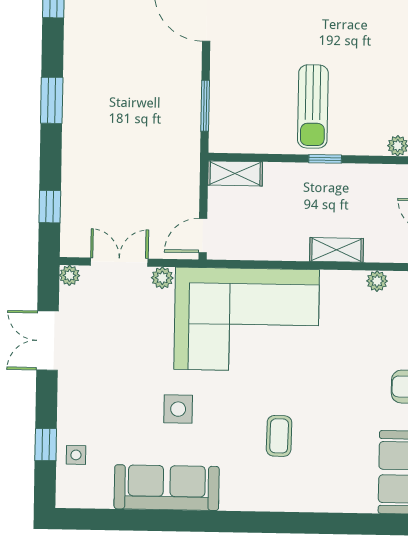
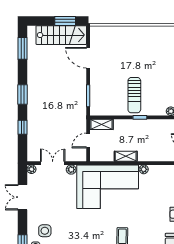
window: (50, 207) -> (23, 127), moved
door: (203, 236) -> (88, 140), moved
shelving: (336, 250) -> (126, 156), moved
plant: (377, 281) -> (144, 169), moved
side table: (178, 409) -> (45, 231), moved

